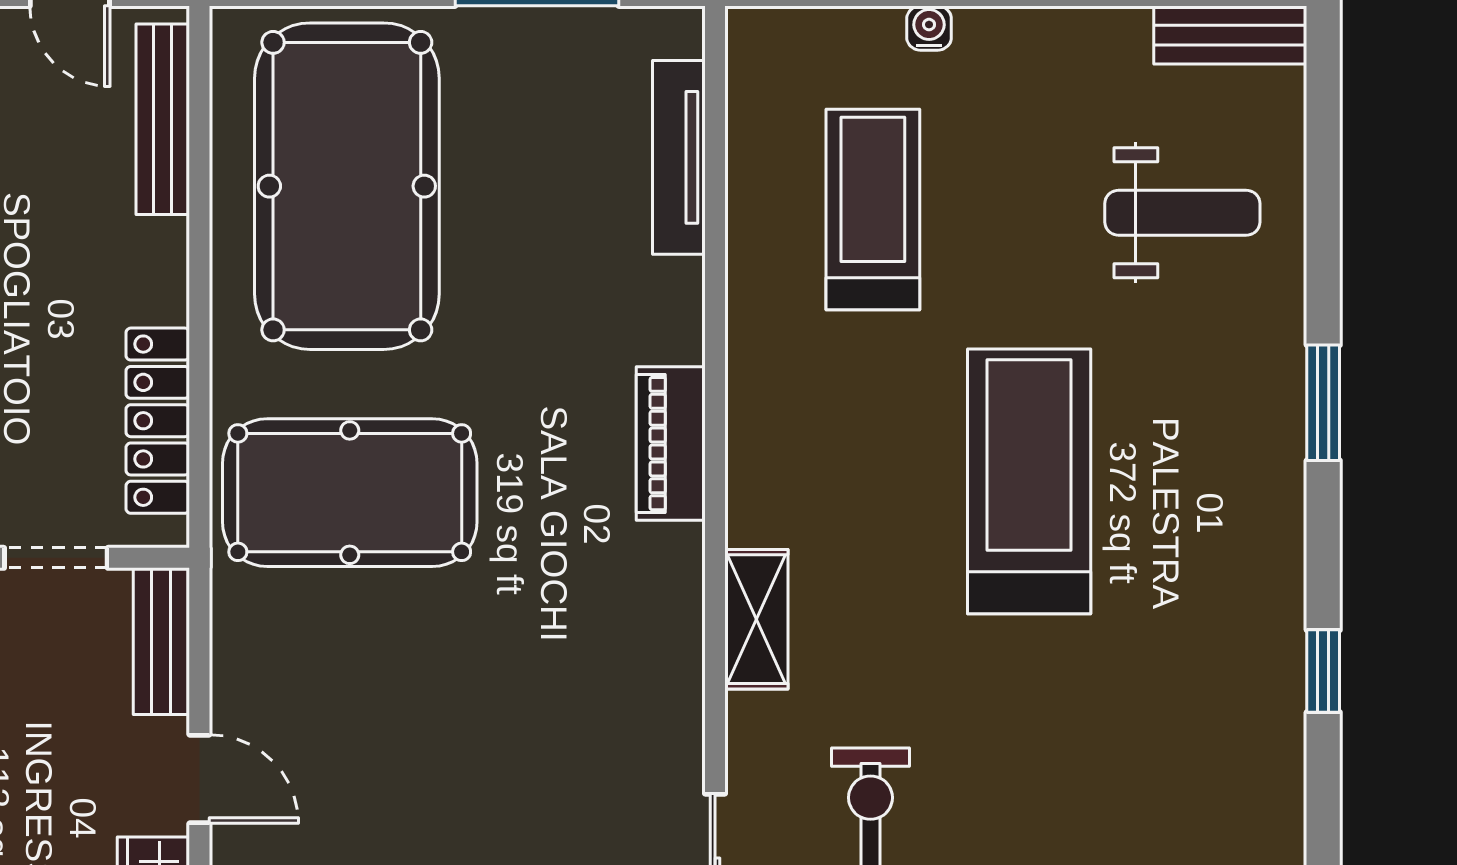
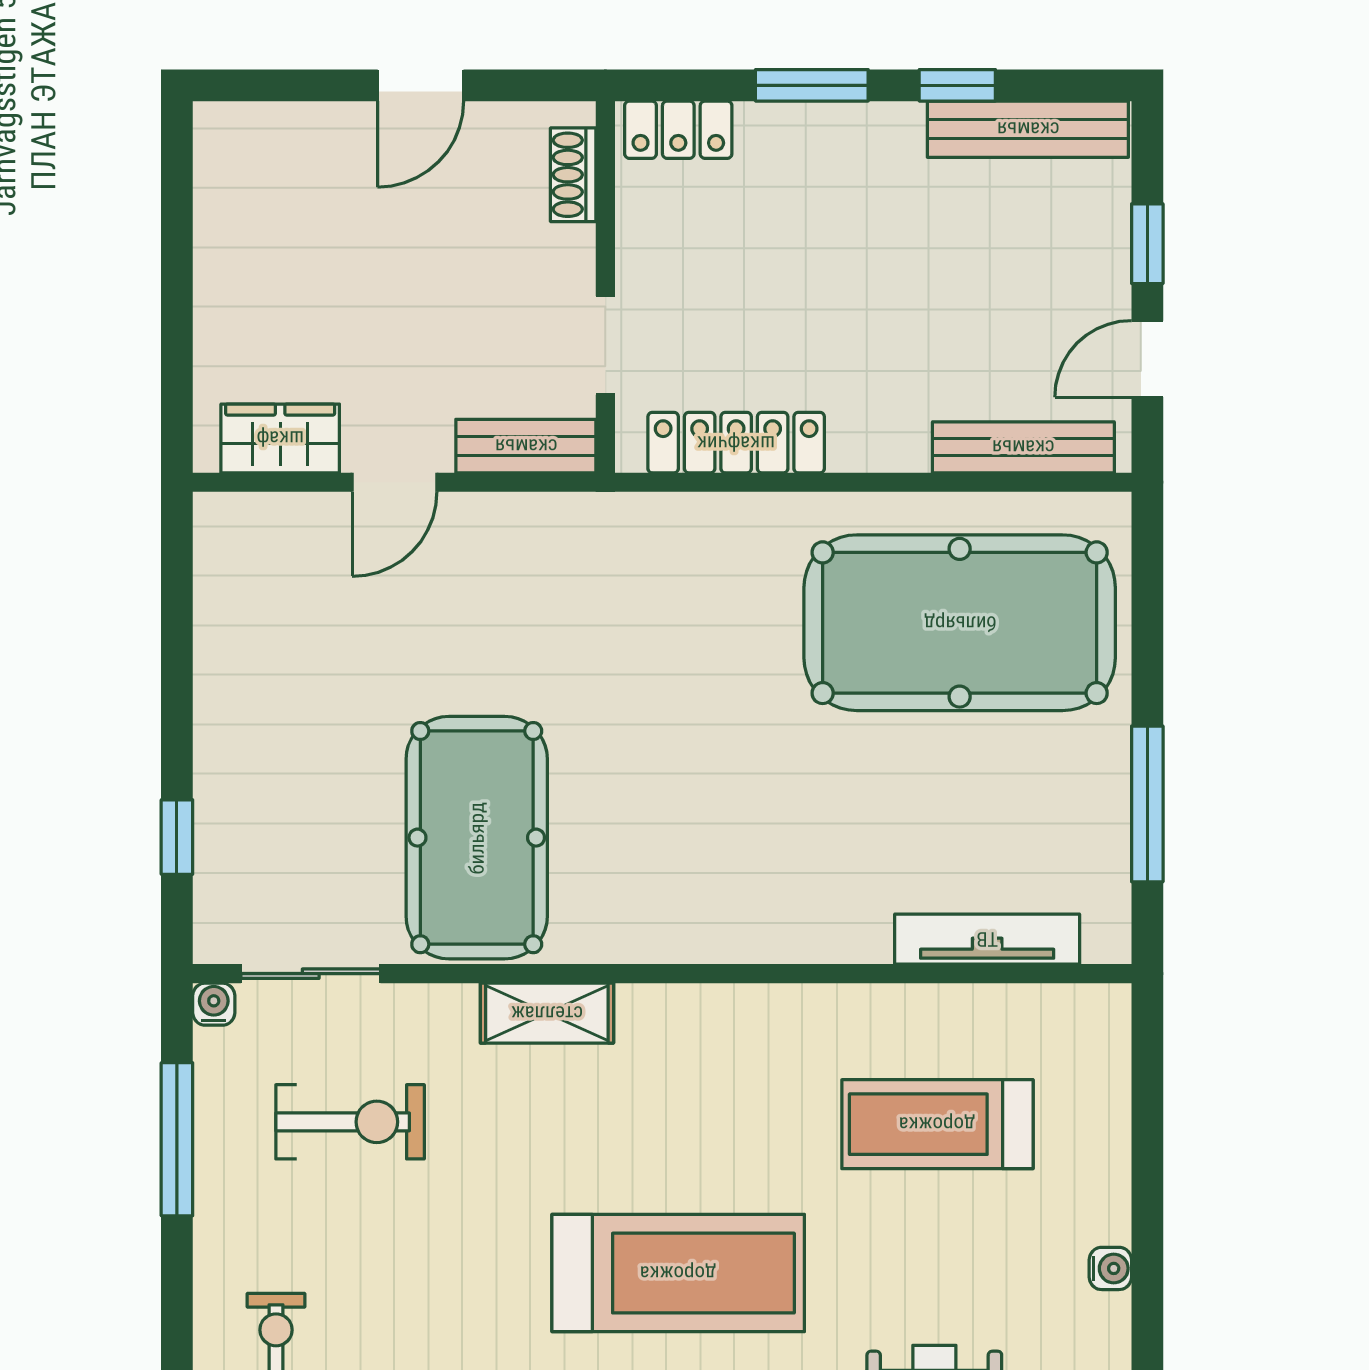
water cooler: (929, 28) -> (1110, 1268), moved
treadmill: (873, 209) -> (937, 1124), turned 180
piano: (671, 444) -> (714, 931), removed
pool table: (350, 493) -> (477, 838), moved

